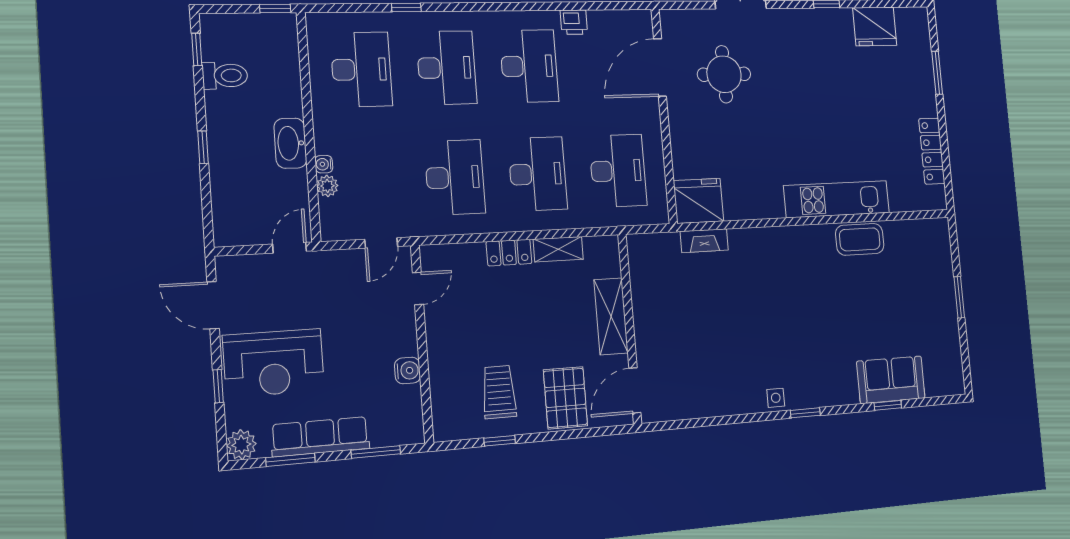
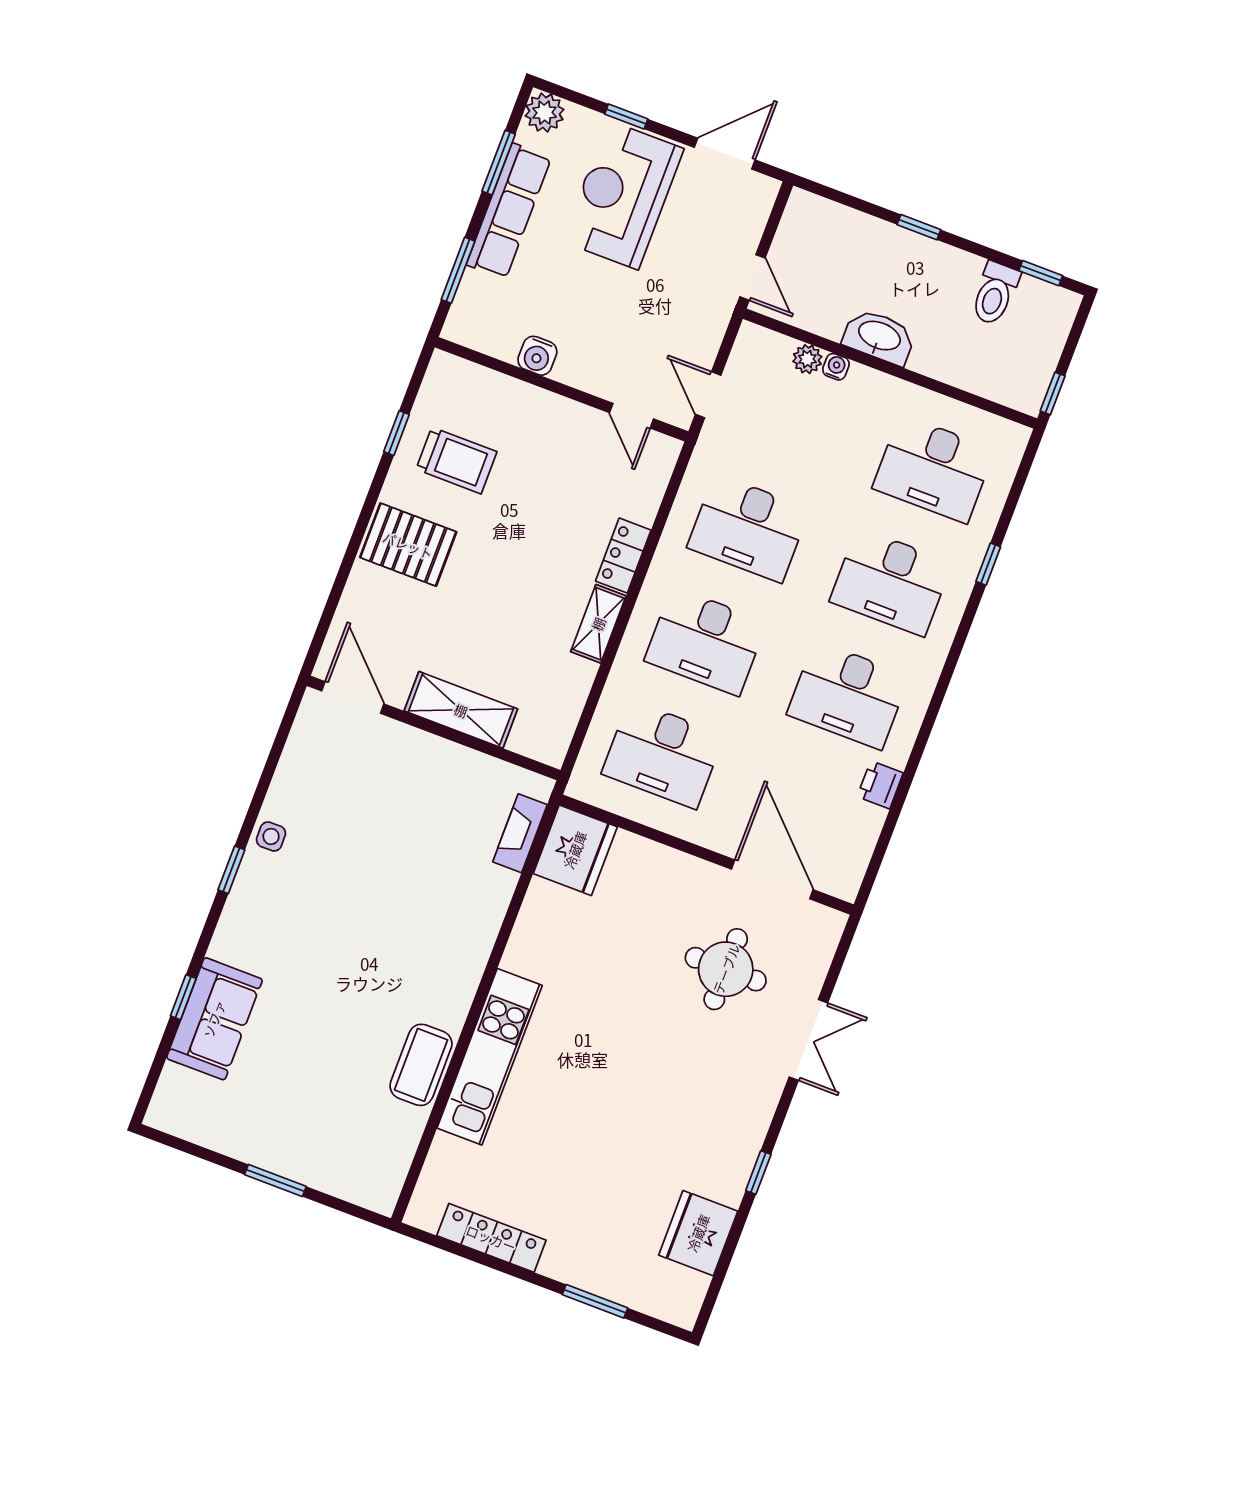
shelving: (611, 316) -> (461, 710), moved
wall: (630, 329) -> (434, 728), moved
door: (635, 390) -> (353, 697), moved

